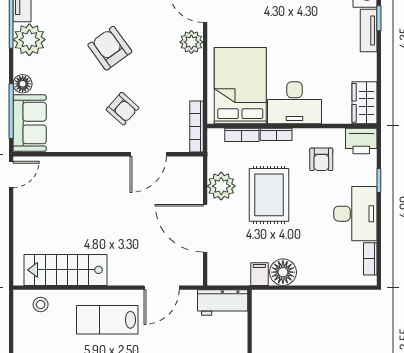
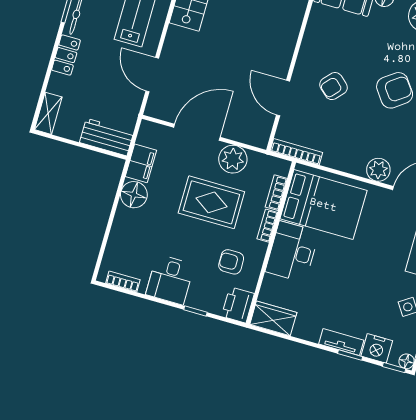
desk: (355, 214) -> (170, 280), width x0.73
filing cabinet: (259, 274) -> (141, 163), width x2.00
workbench: (223, 302) -> (107, 137), moved, turned 90

